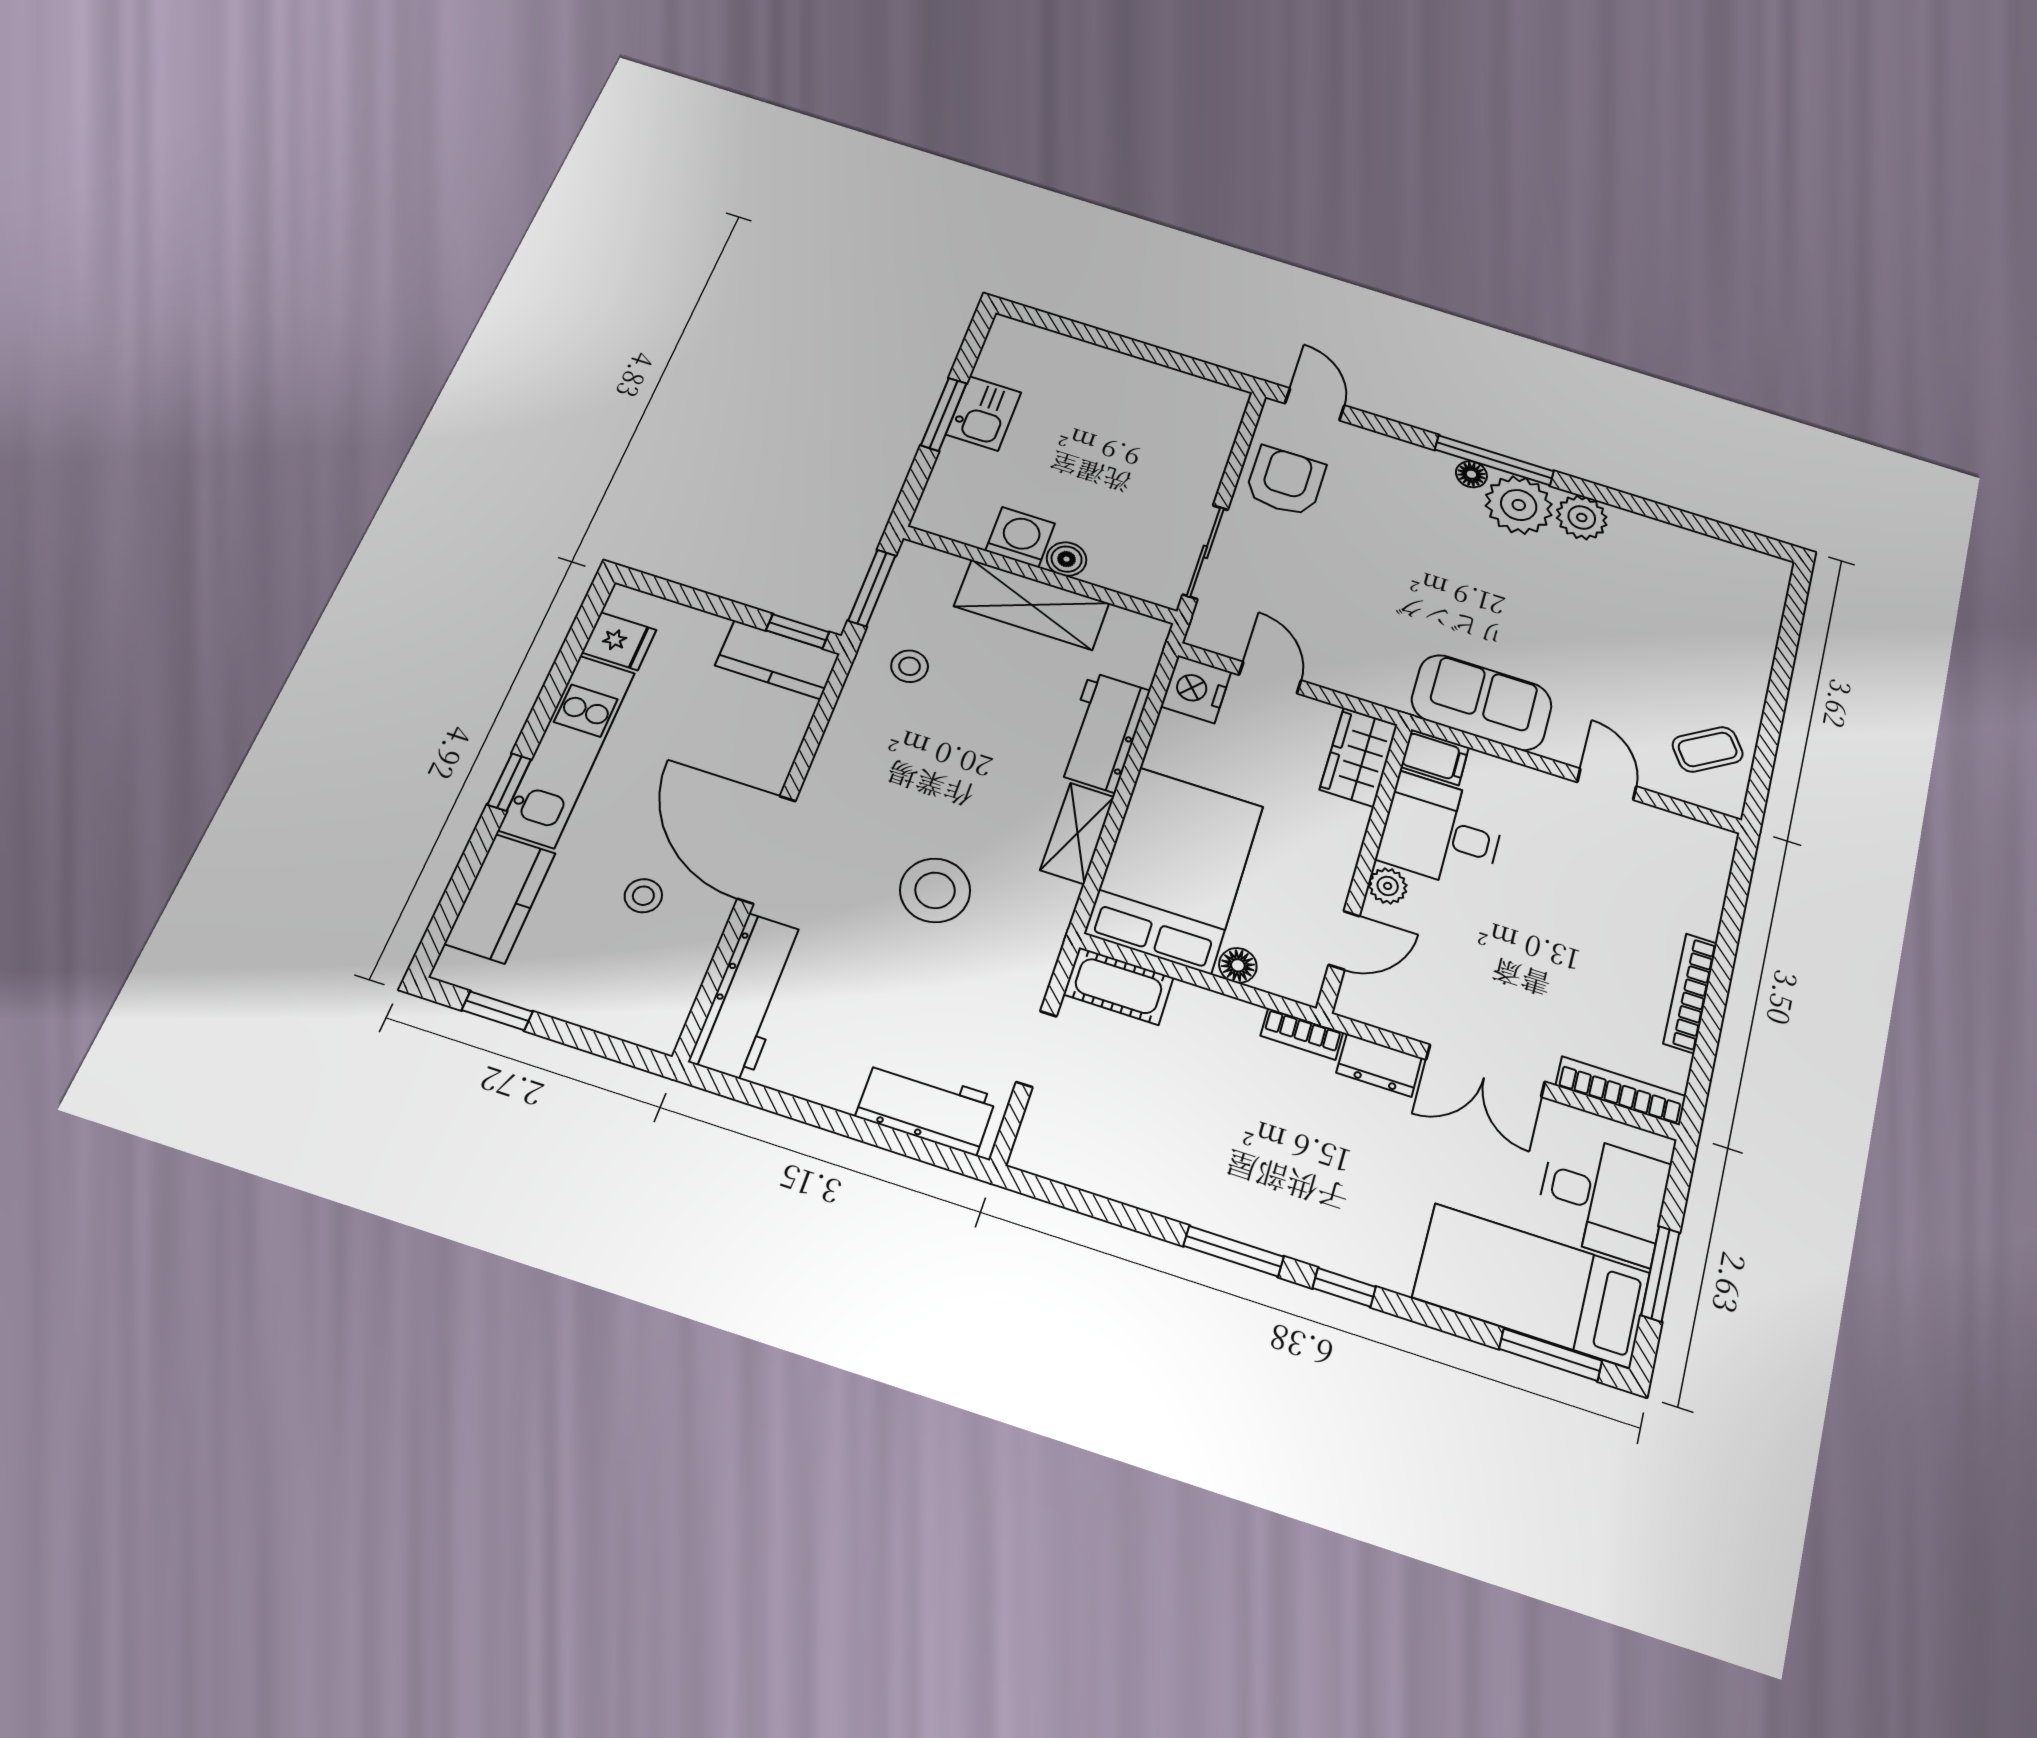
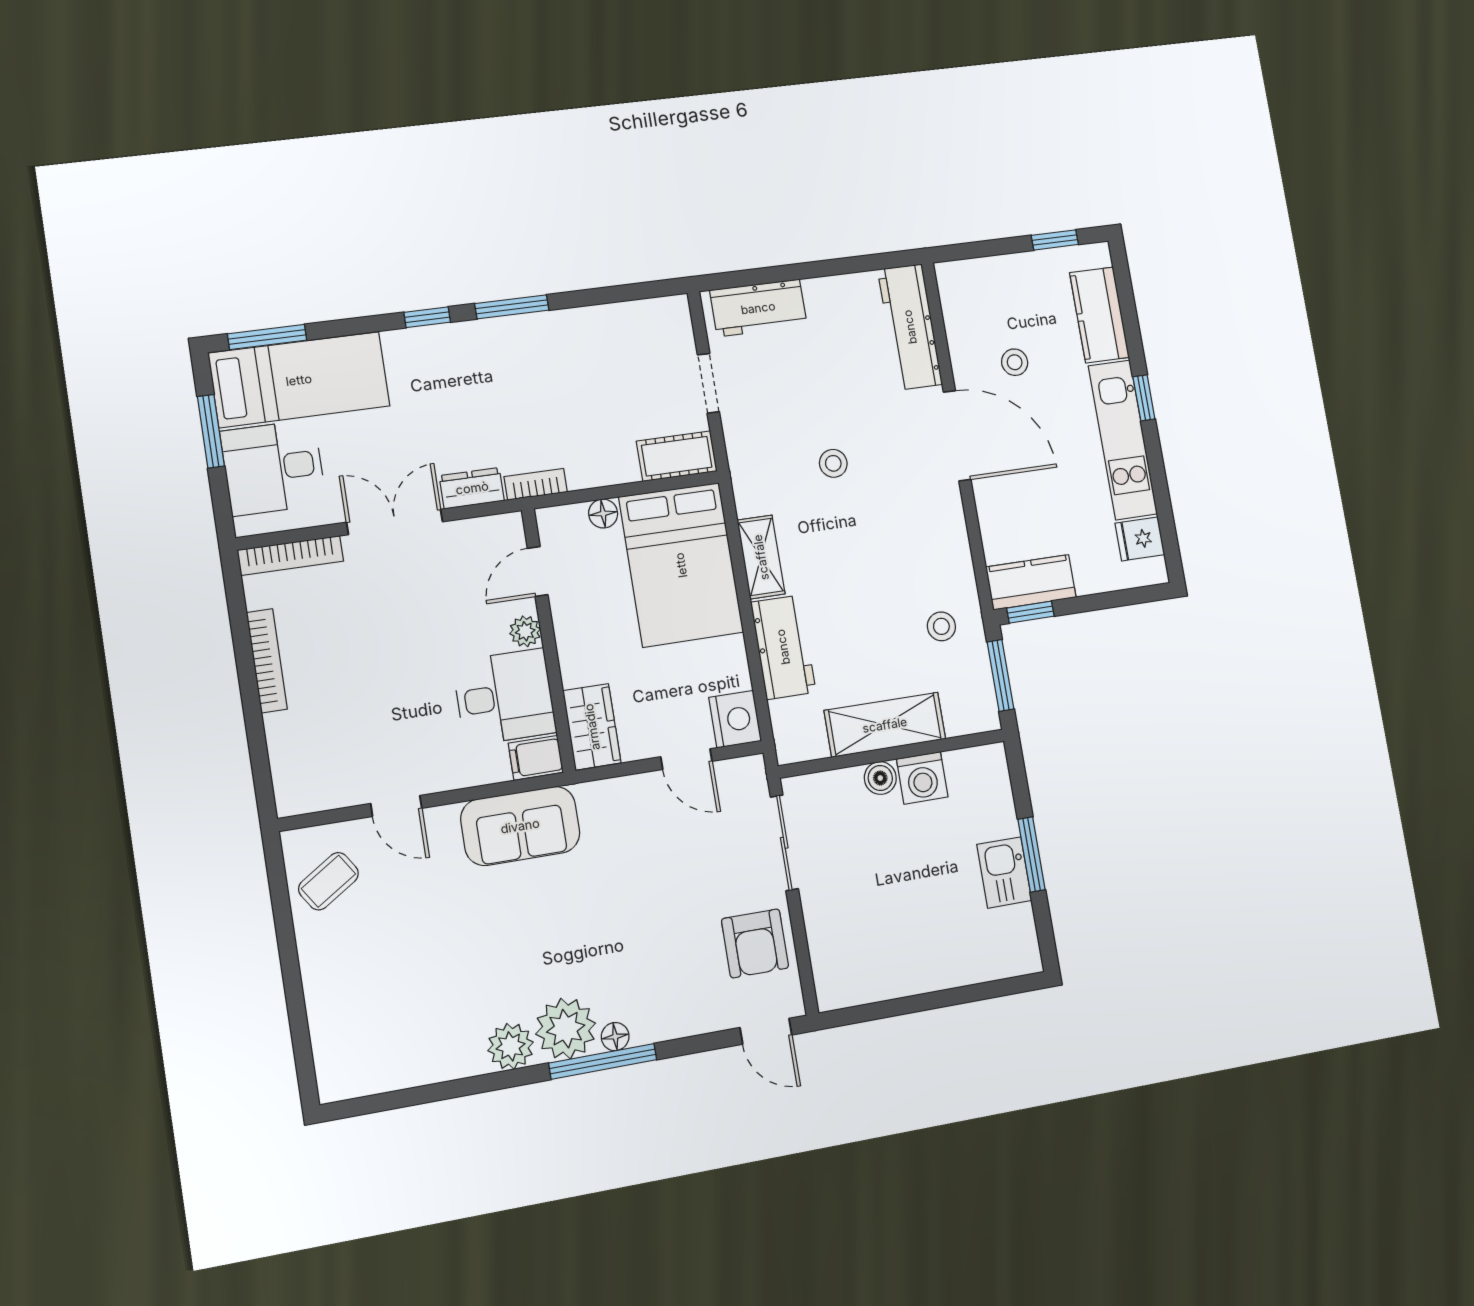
stool: (935, 890) -> (833, 463), width x0.53, depth x0.53

